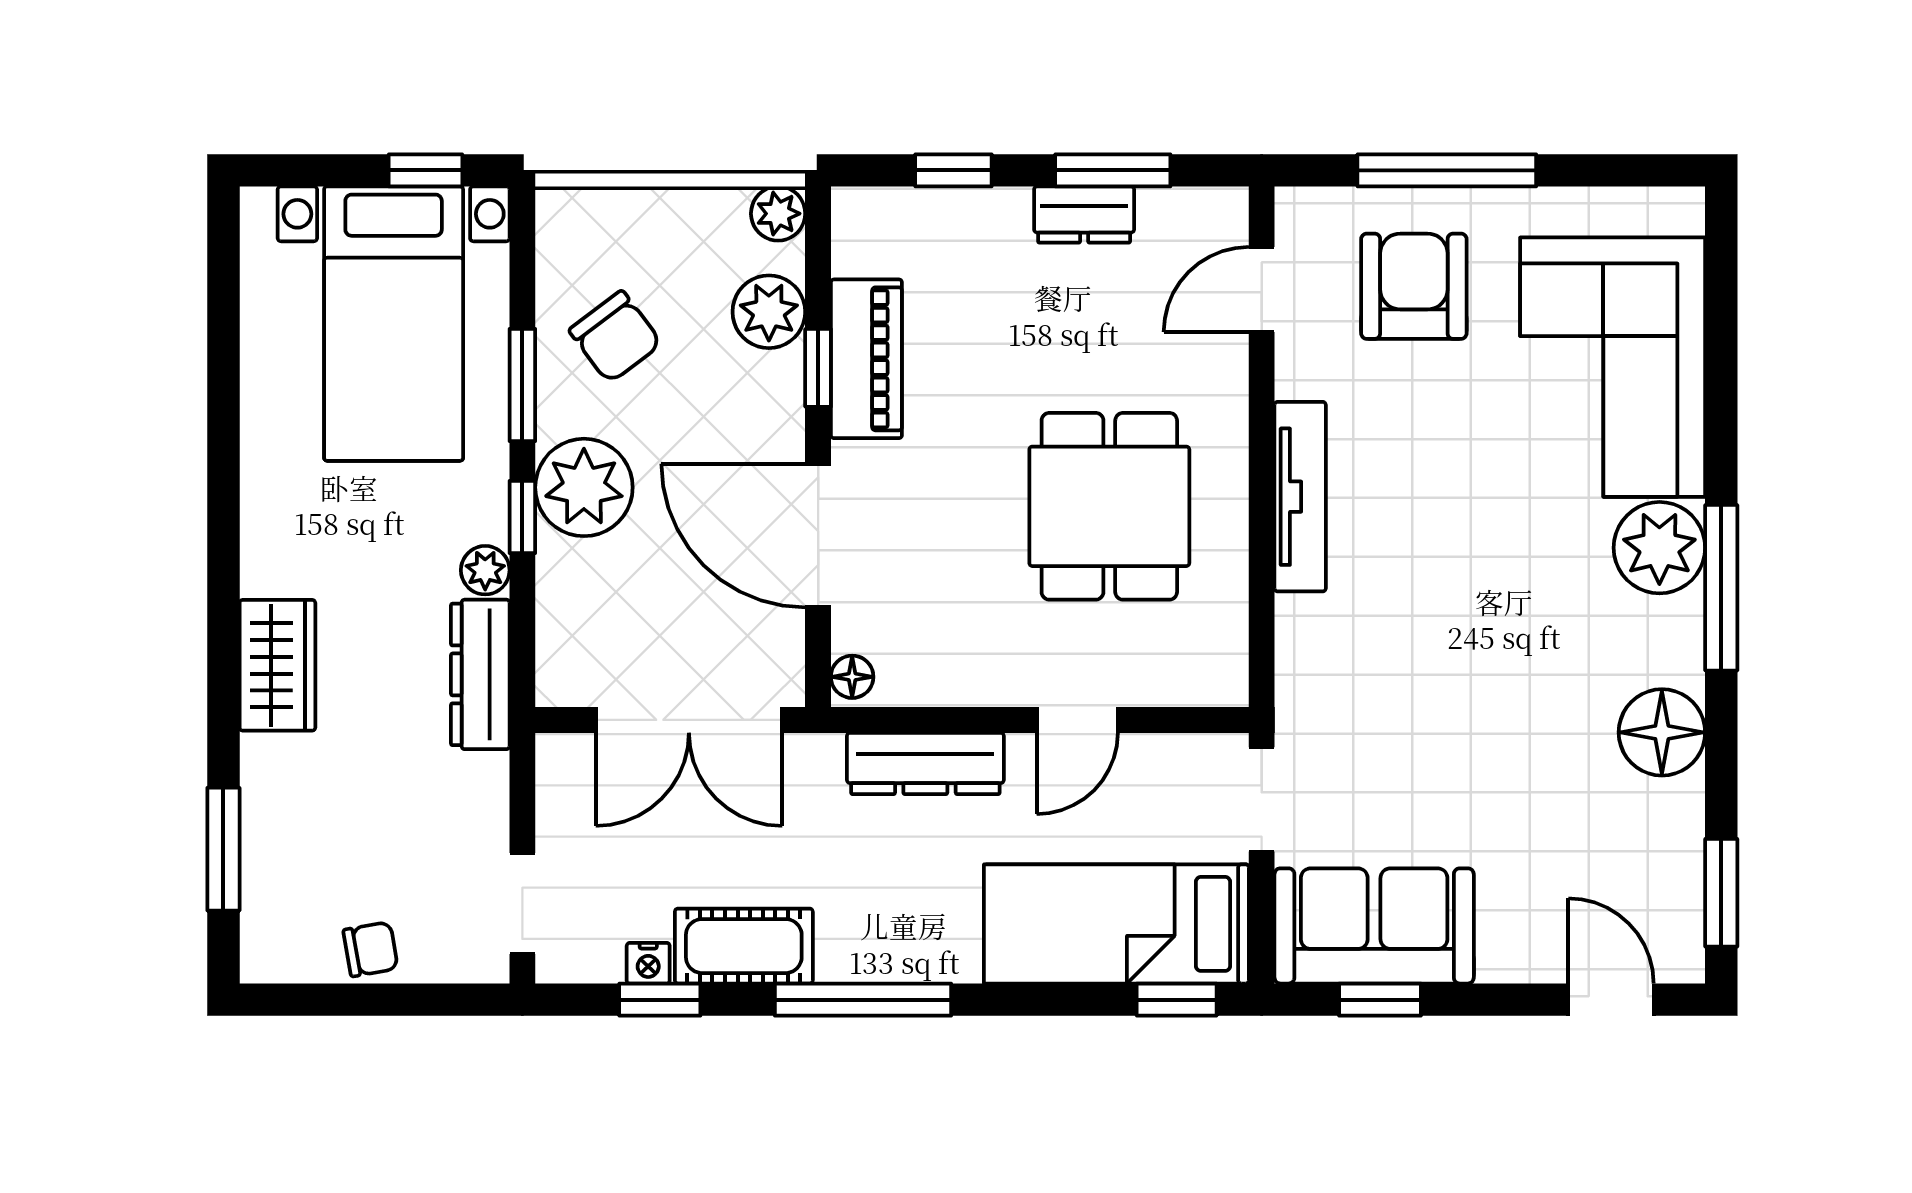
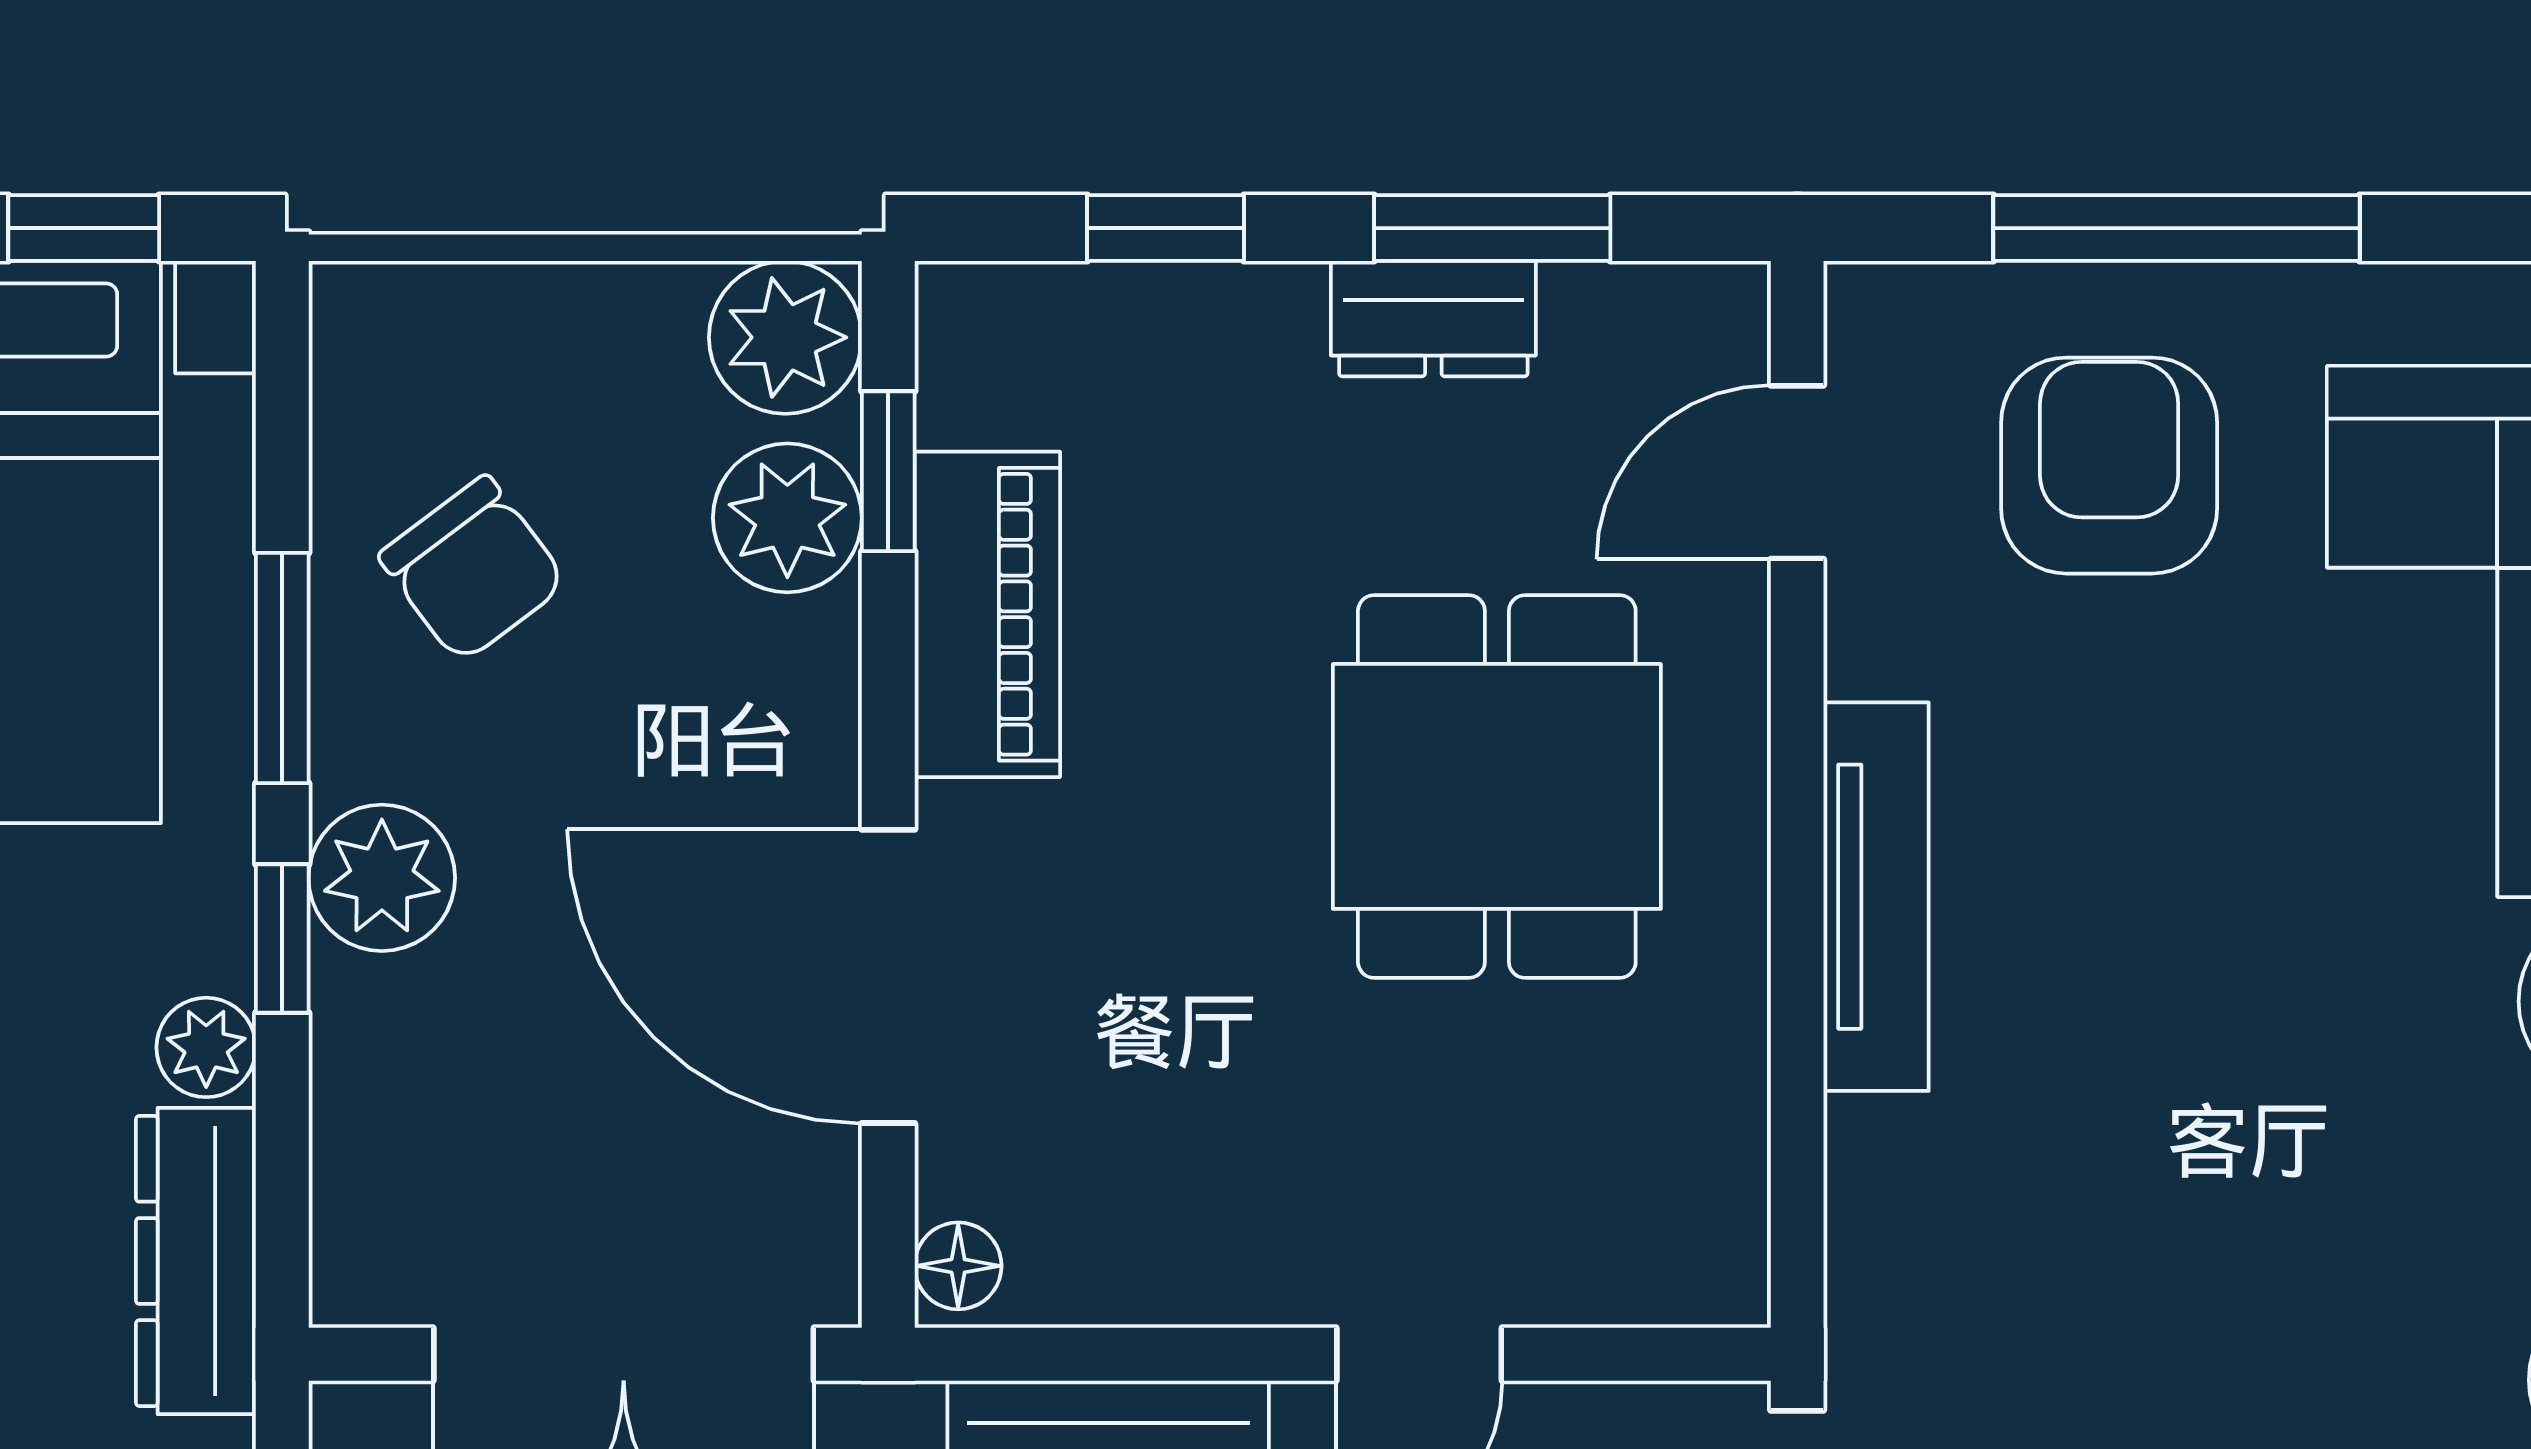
plant: (778, 214) -> (785, 337), width x1.38, depth x1.38
window: (818, 368) -> (888, 471), moved
plant: (584, 487) -> (382, 878), width x0.73, depth x0.73
dining table: (1109, 506) -> (1497, 786), moved

